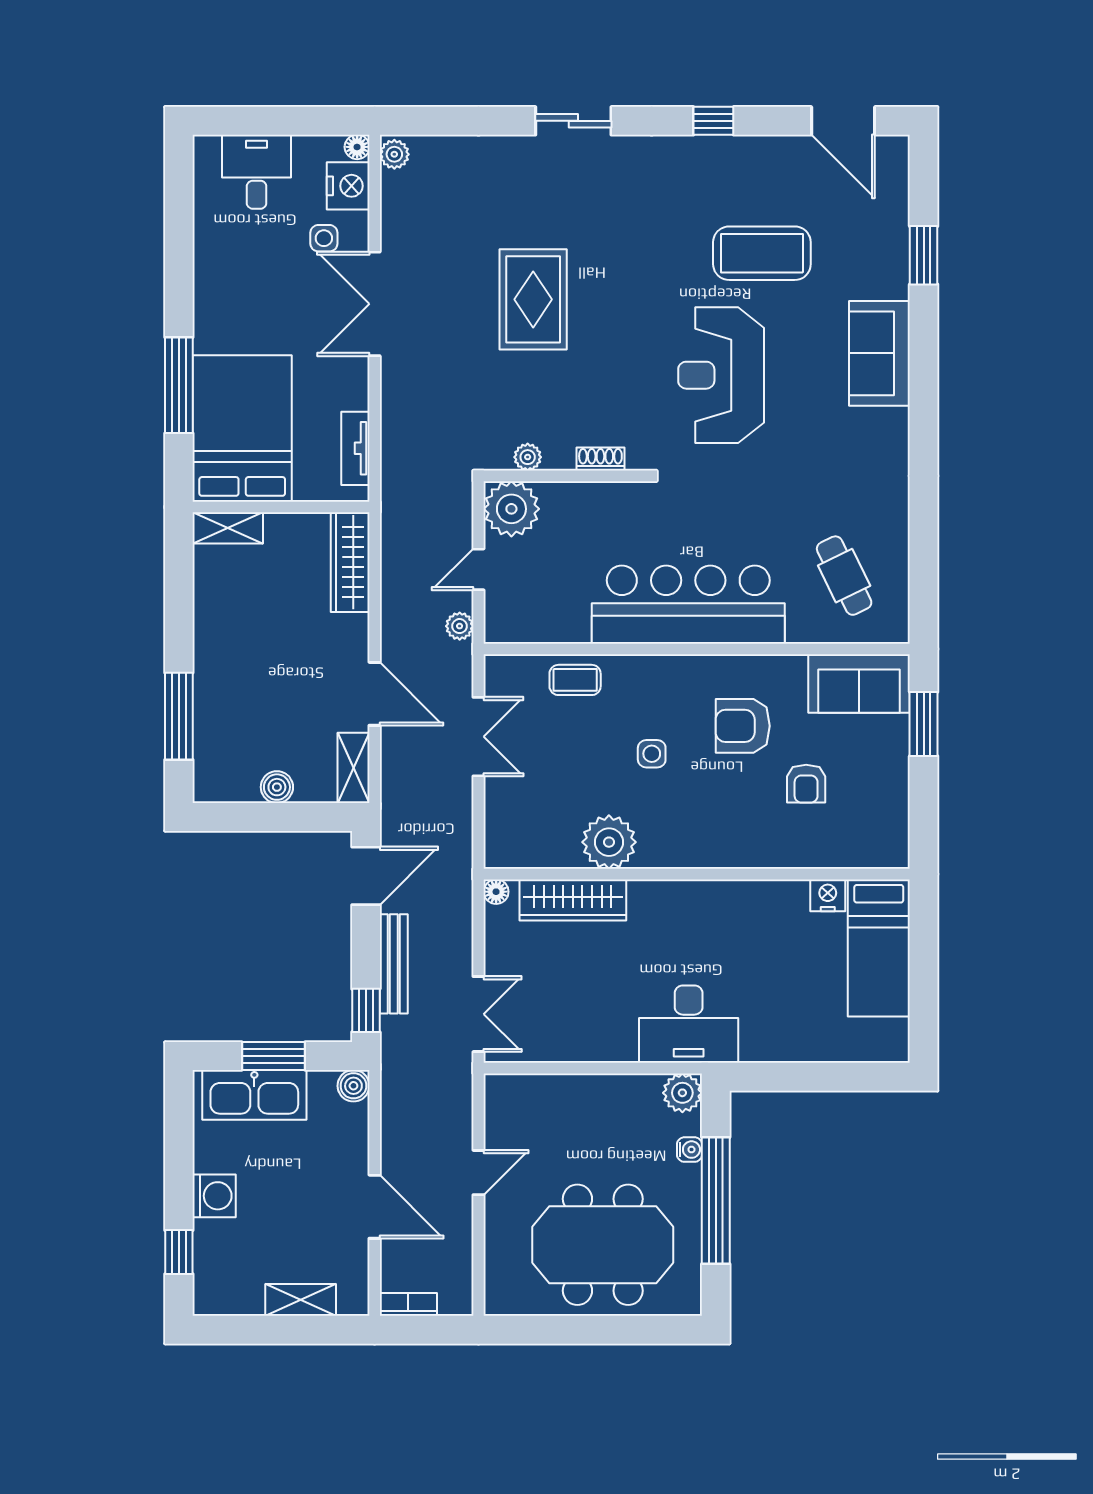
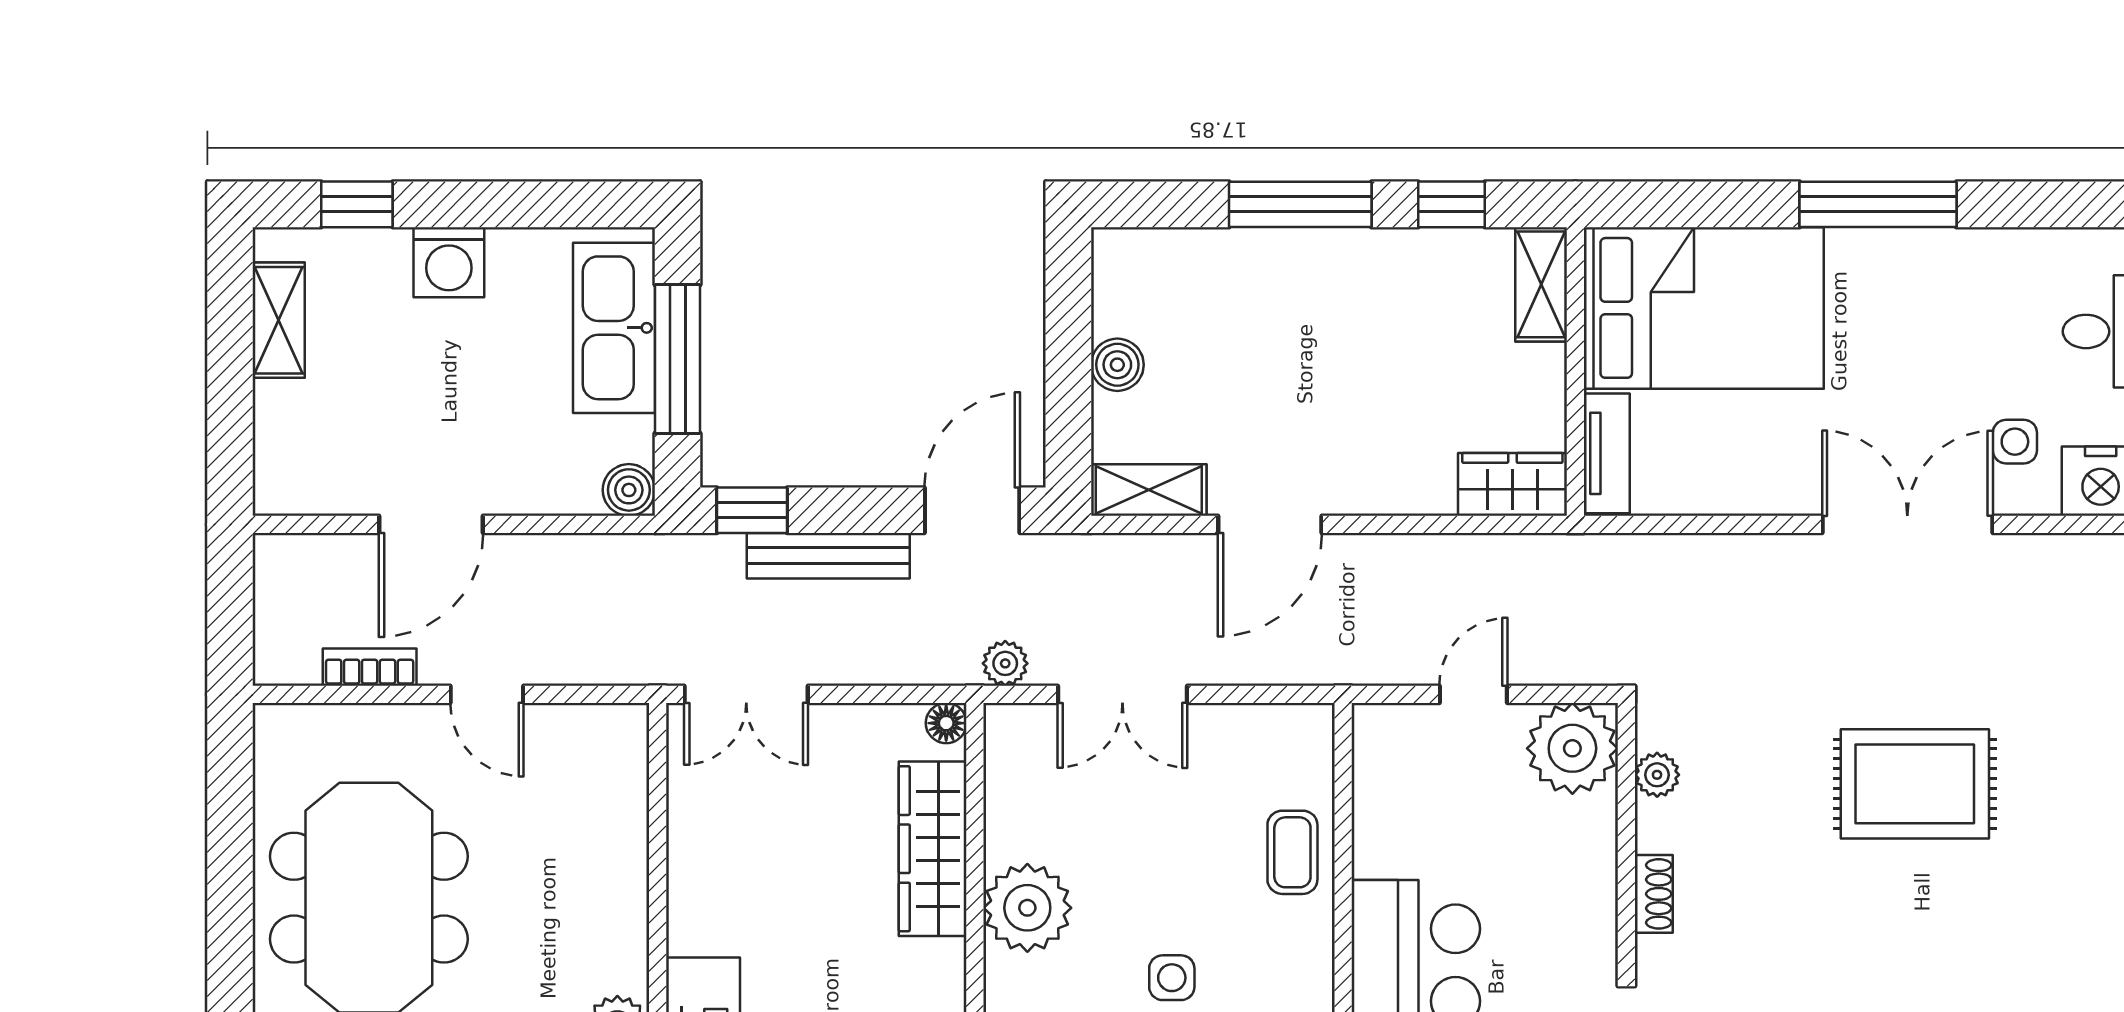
window: (179, 385) -> (1878, 204), moved
tv unit: (355, 448) -> (1607, 453), moved, turned 90
wardrobe: (350, 562) -> (1512, 484), width x0.67
door: (478, 569) -> (1473, 694), hinge flipped
window: (179, 583) -> (1452, 204), added
plant: (460, 626) -> (1005, 663), moved
window: (179, 716) -> (1300, 204), moved
double door: (478, 737) -> (1122, 694), moved
door: (366, 876) -> (972, 510), swing flipped
window: (273, 1056) -> (678, 359), width x1.44
shelving: (301, 1300) -> (279, 320), moved
bookcase: (408, 1304) -> (370, 667), moved, turned -90

